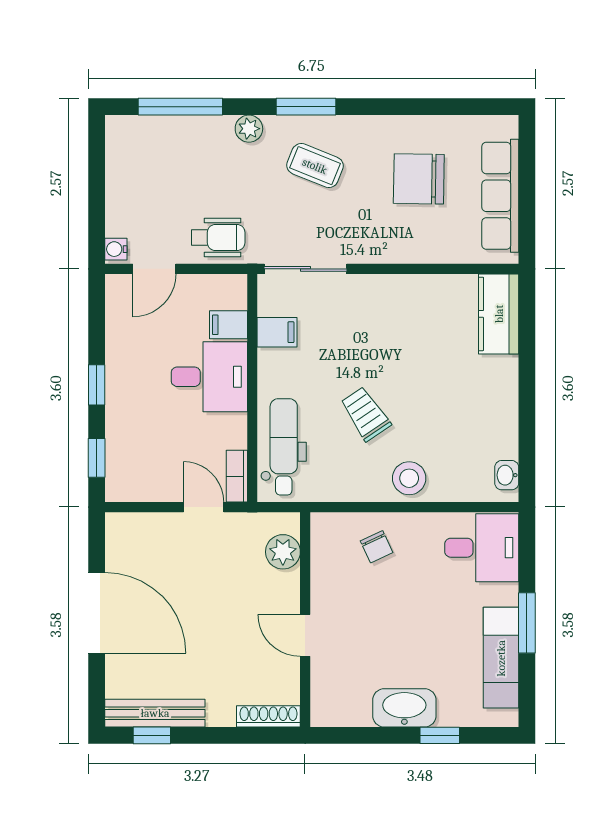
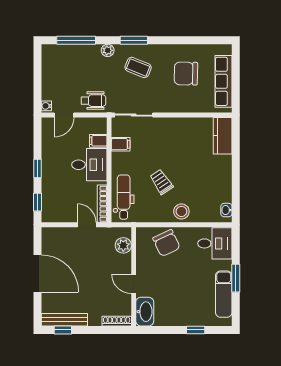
bookcase: (237, 476) -> (102, 204), width x1.56
chair: (377, 547) -> (166, 243), width x1.87, depth x1.87
washbasin: (404, 708) -> (145, 312), moved, turned 90

